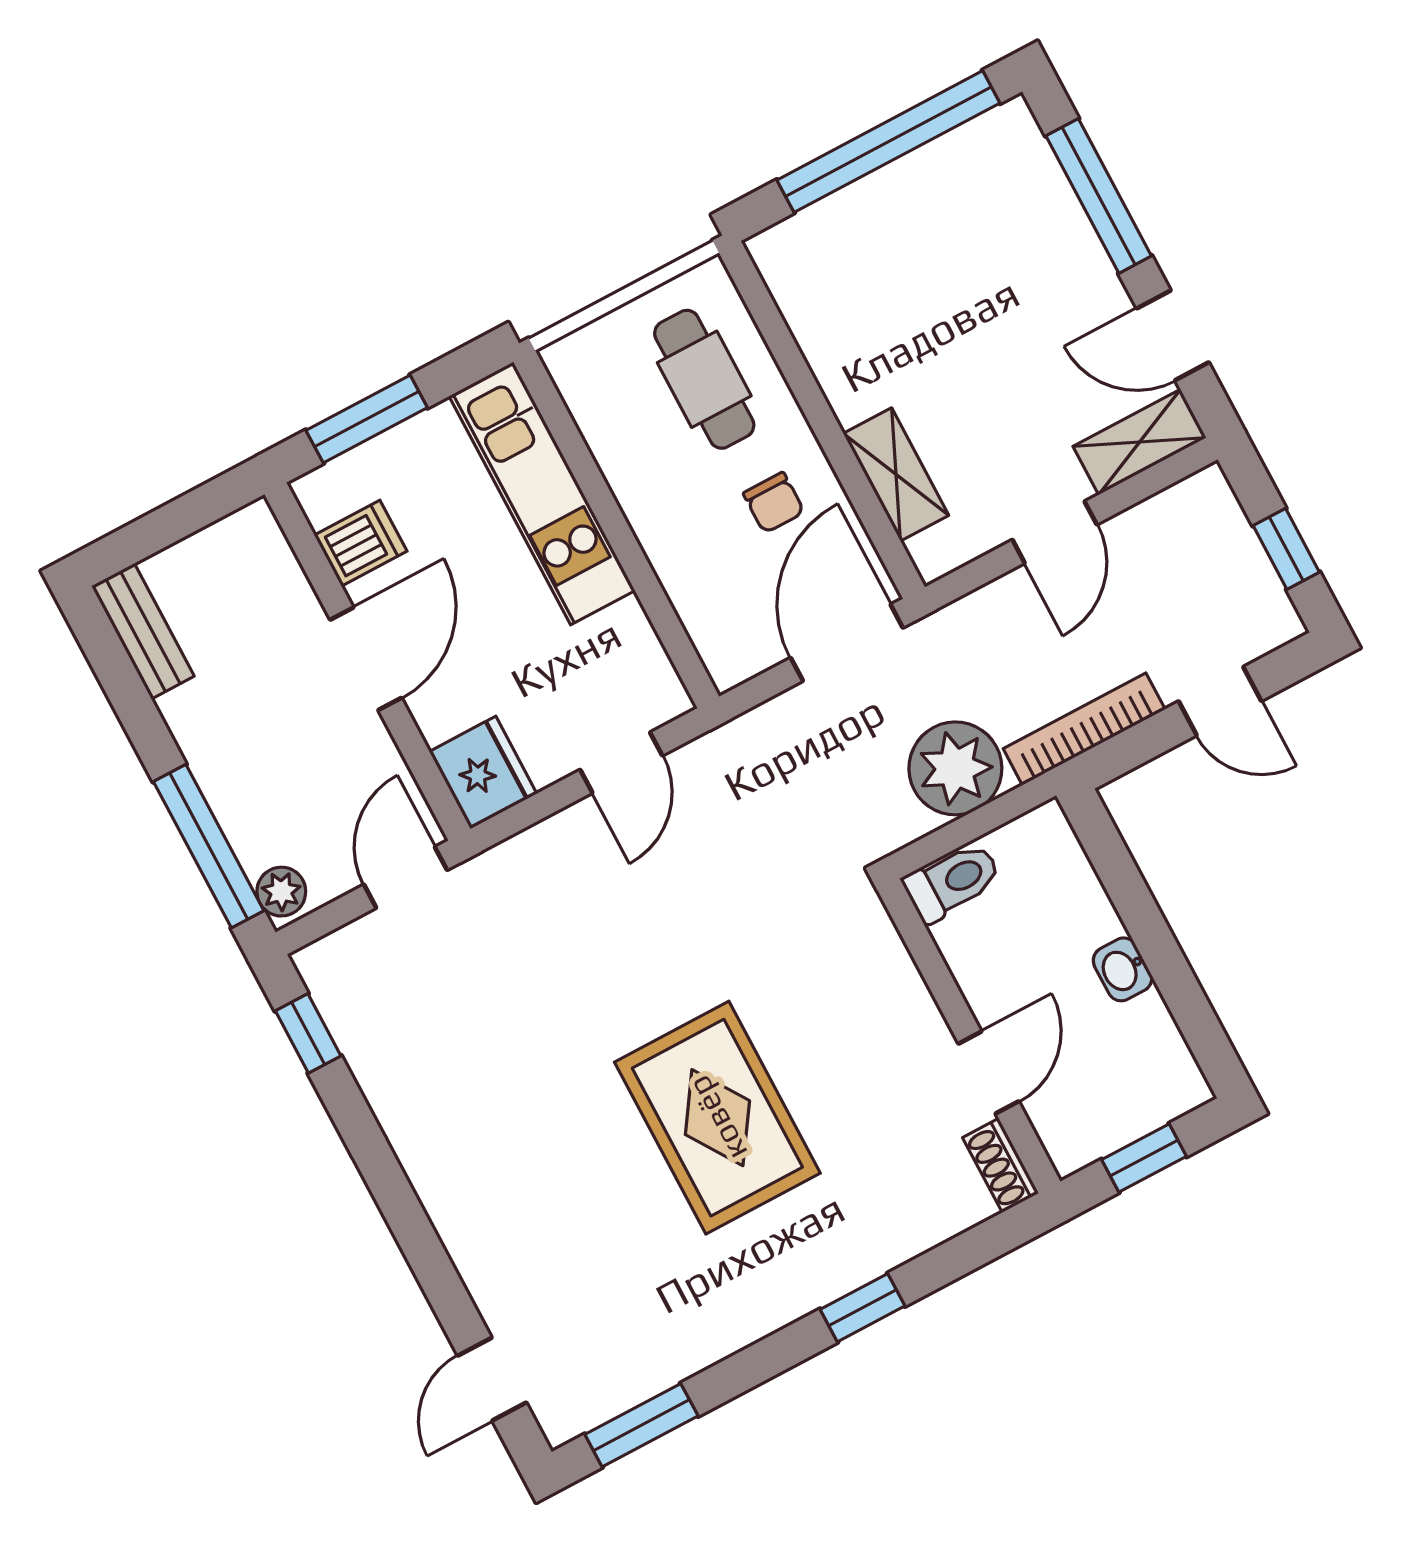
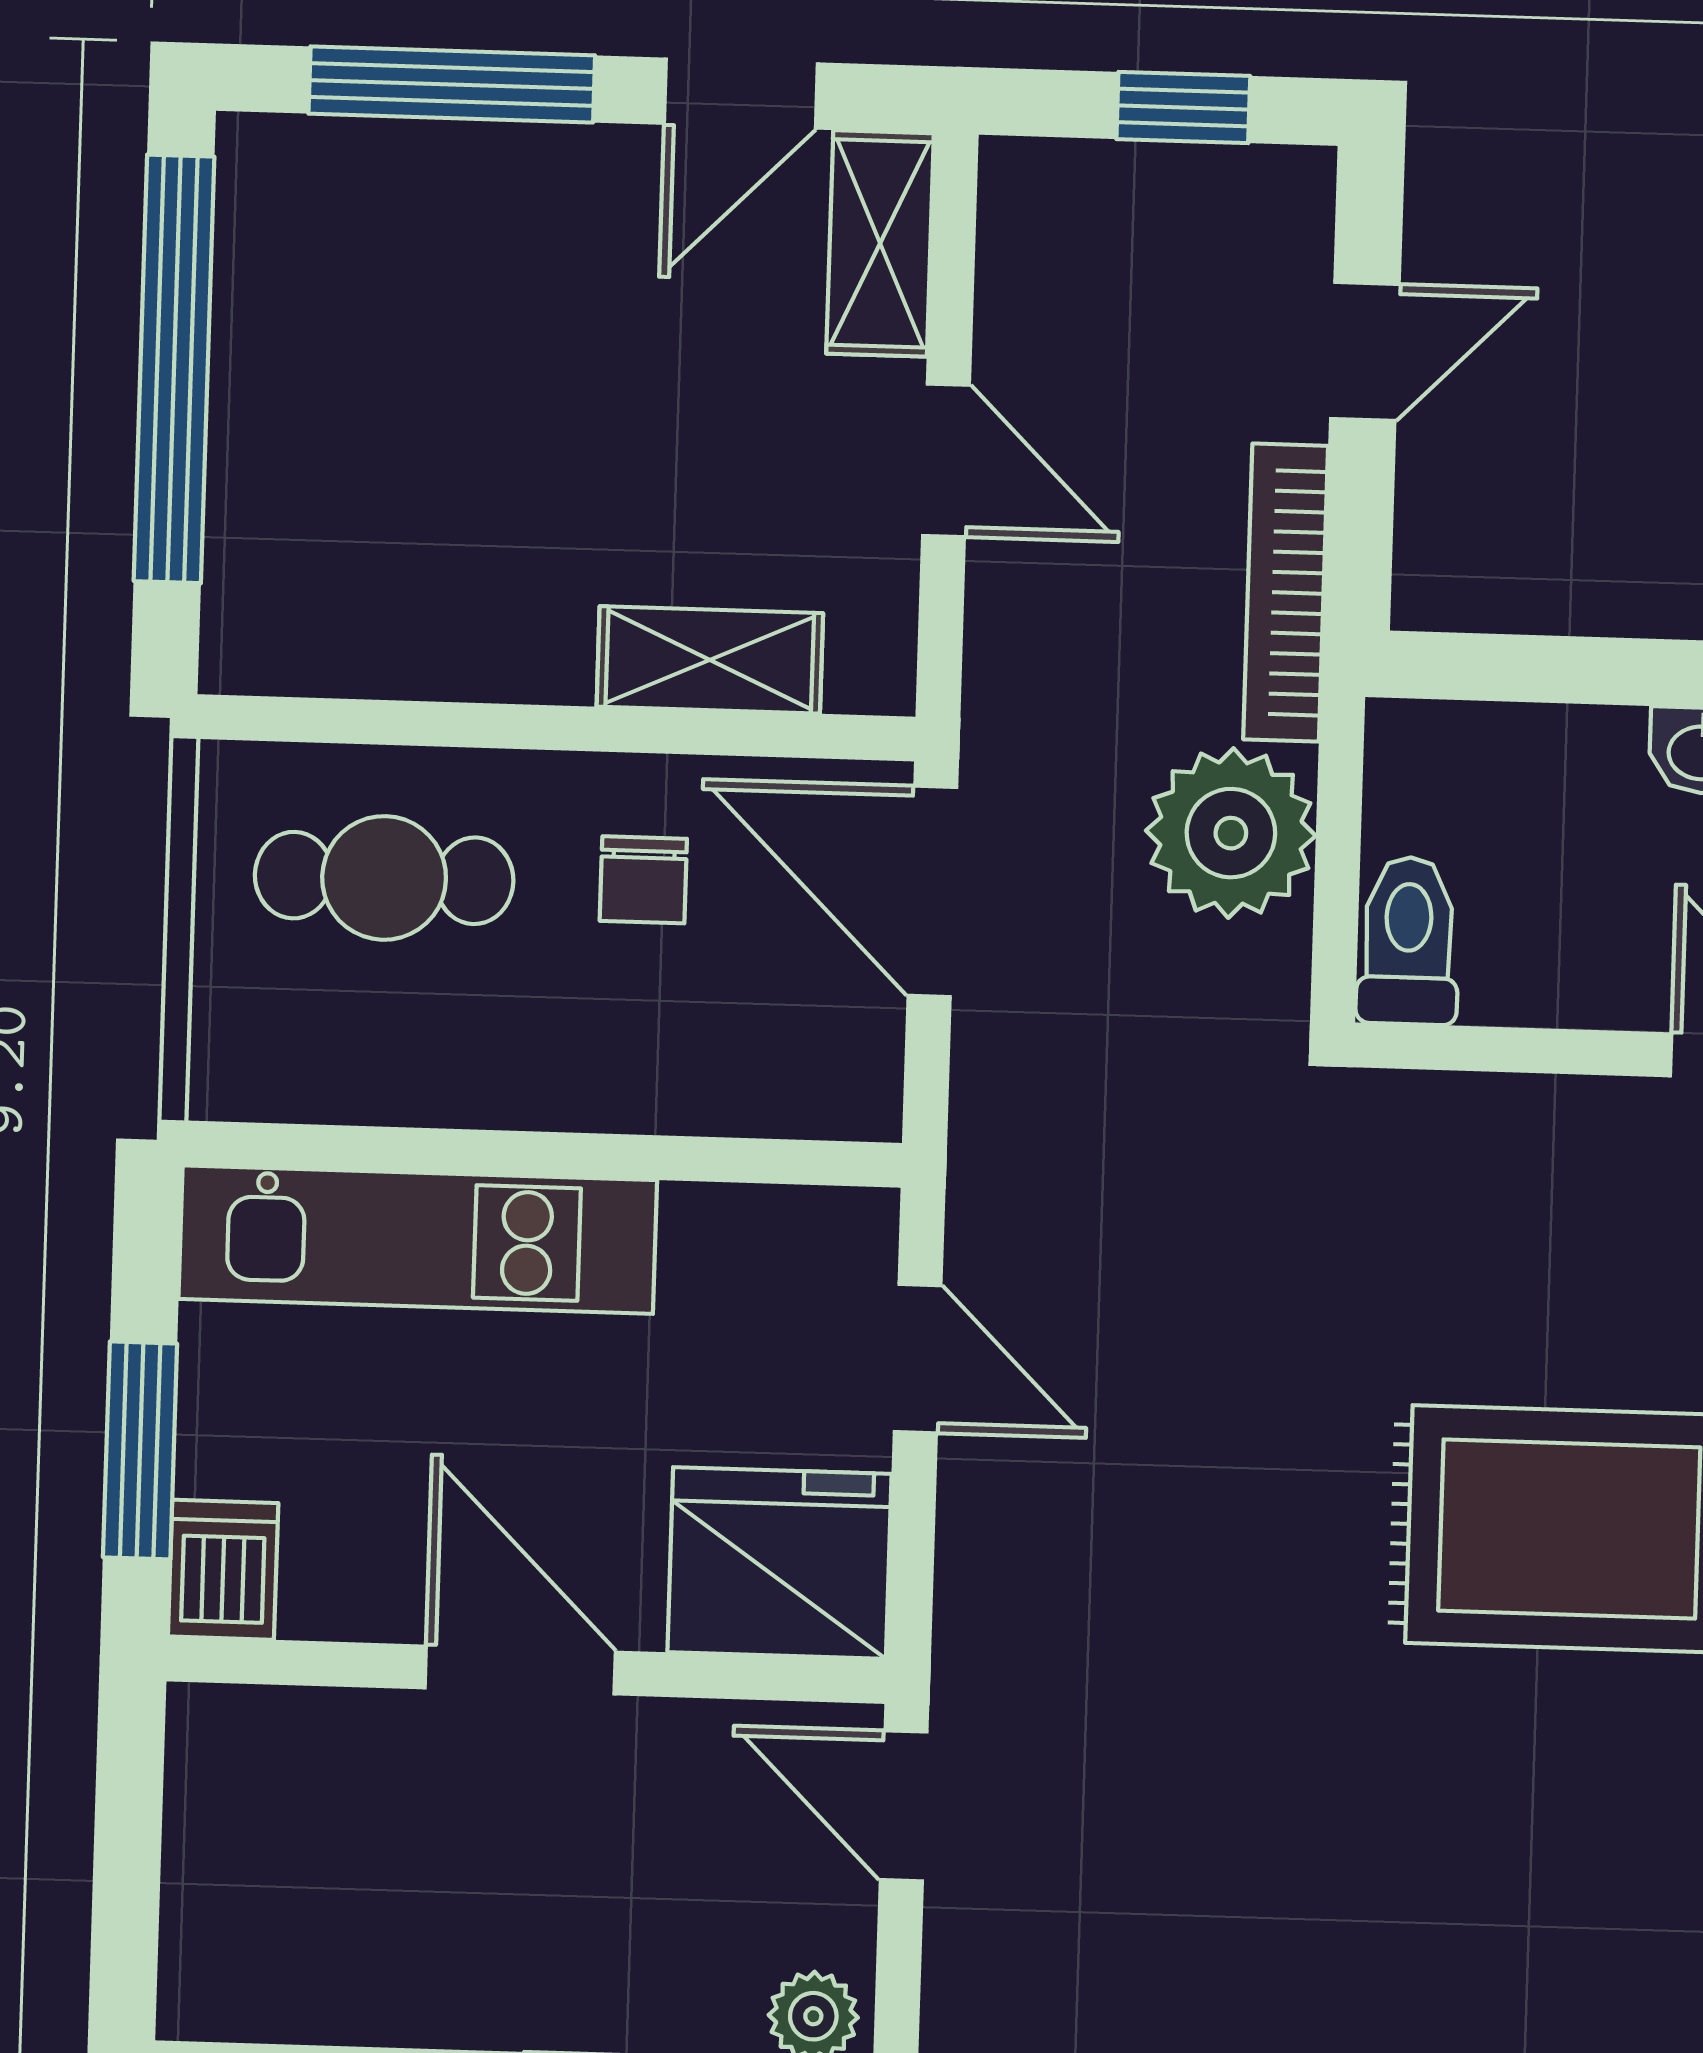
chair: (774, 503) -> (643, 880), turned 90
dishwasher: (361, 543) -> (223, 1570), moved
bench: (143, 631) -> (273, 1999), removed
fridge: (483, 773) -> (779, 1563), width x1.36, depth x1.34

